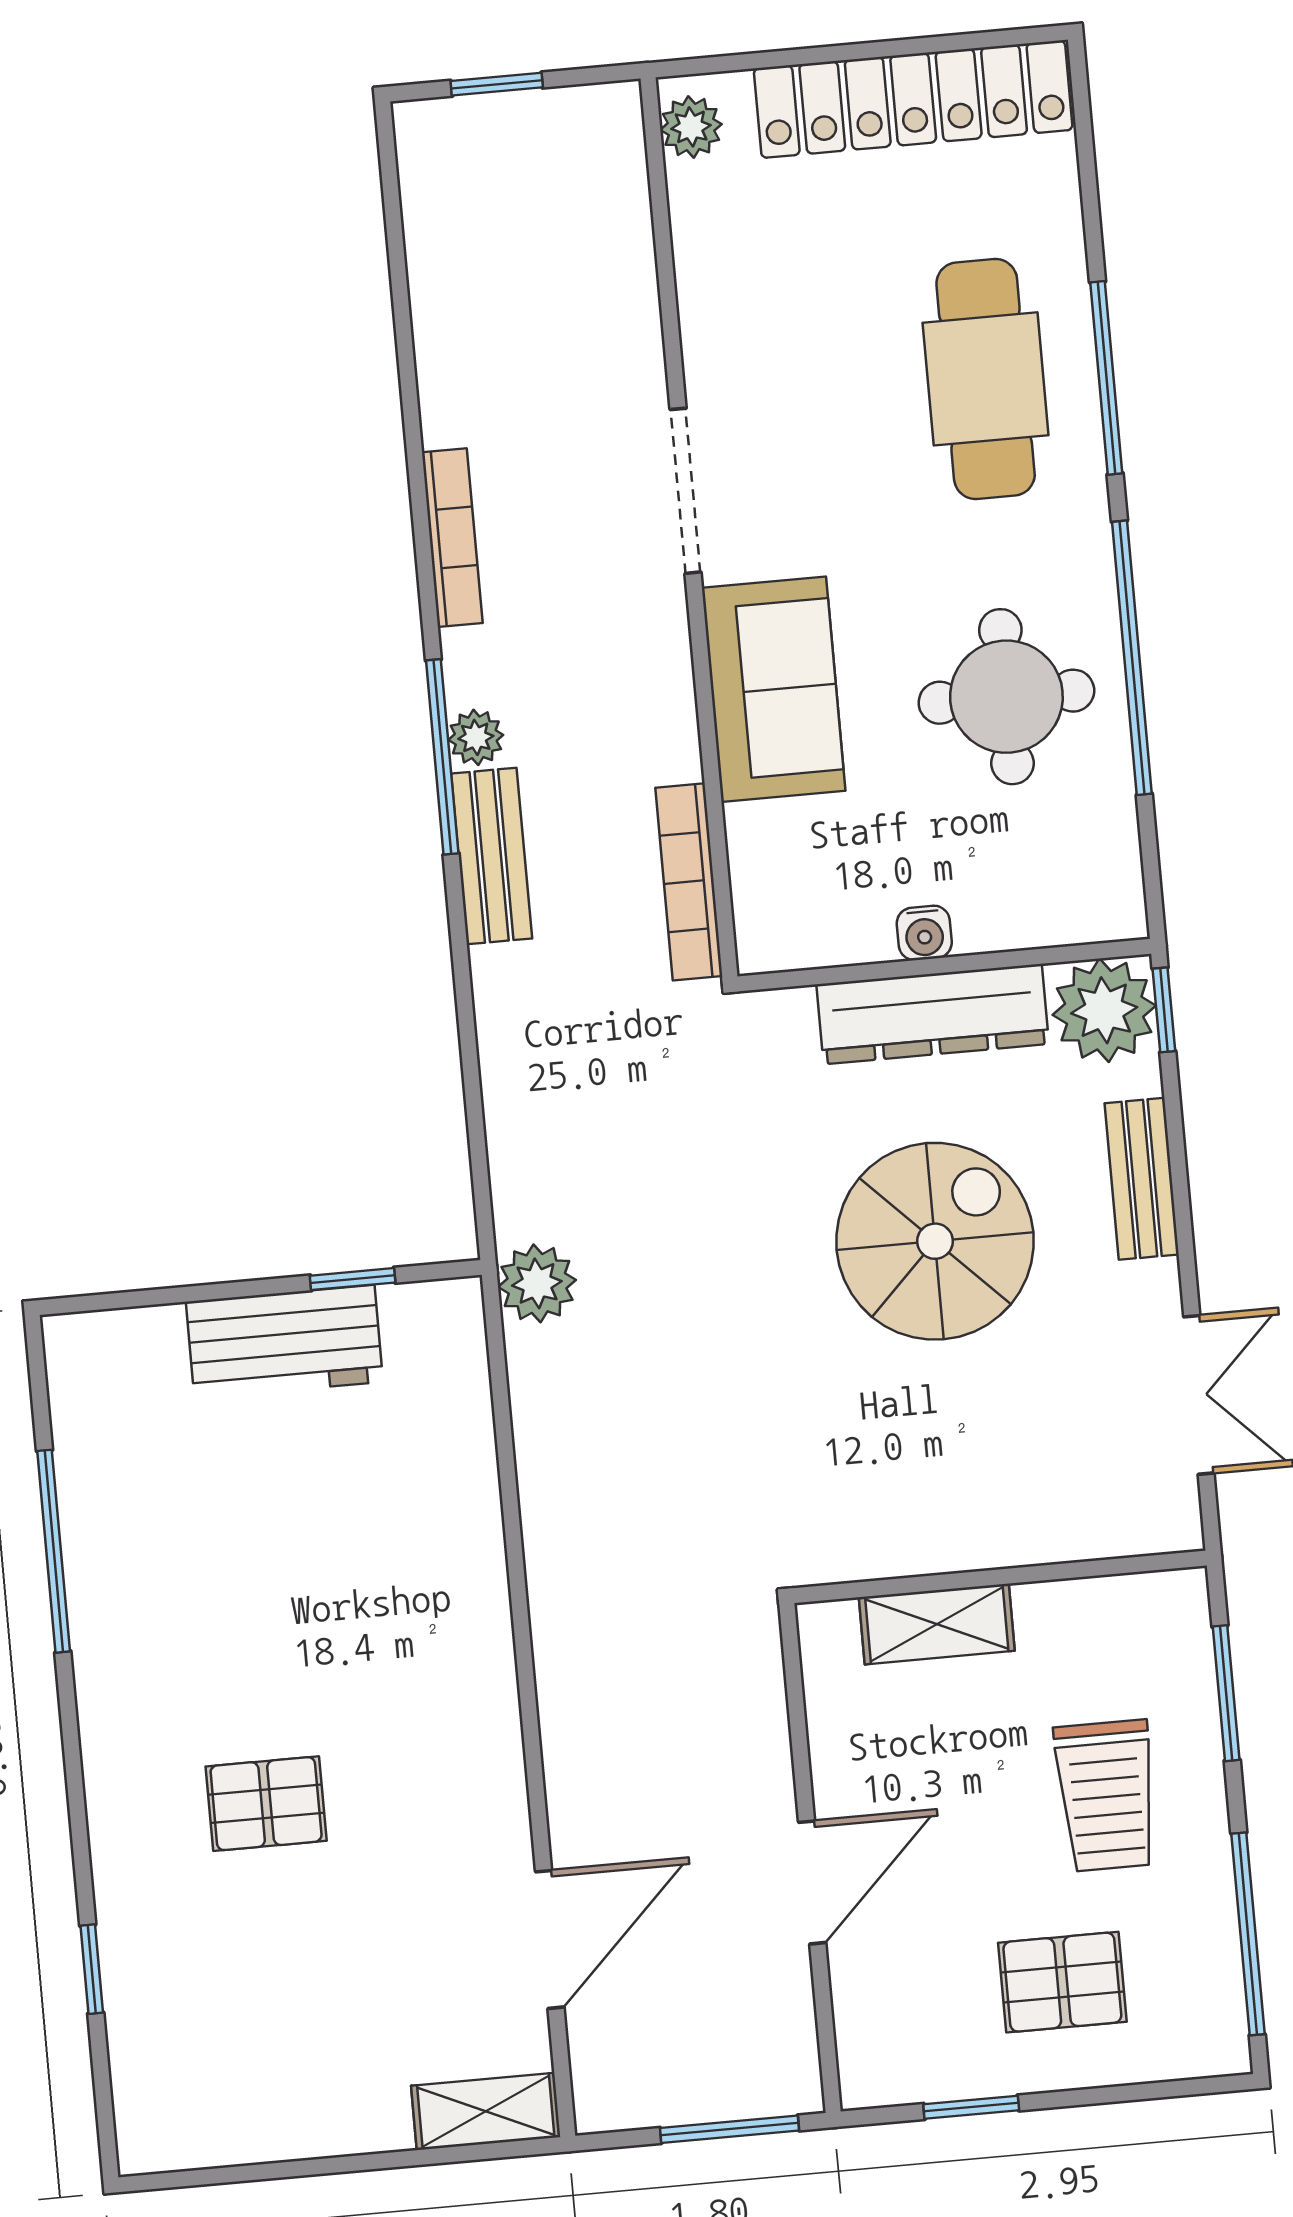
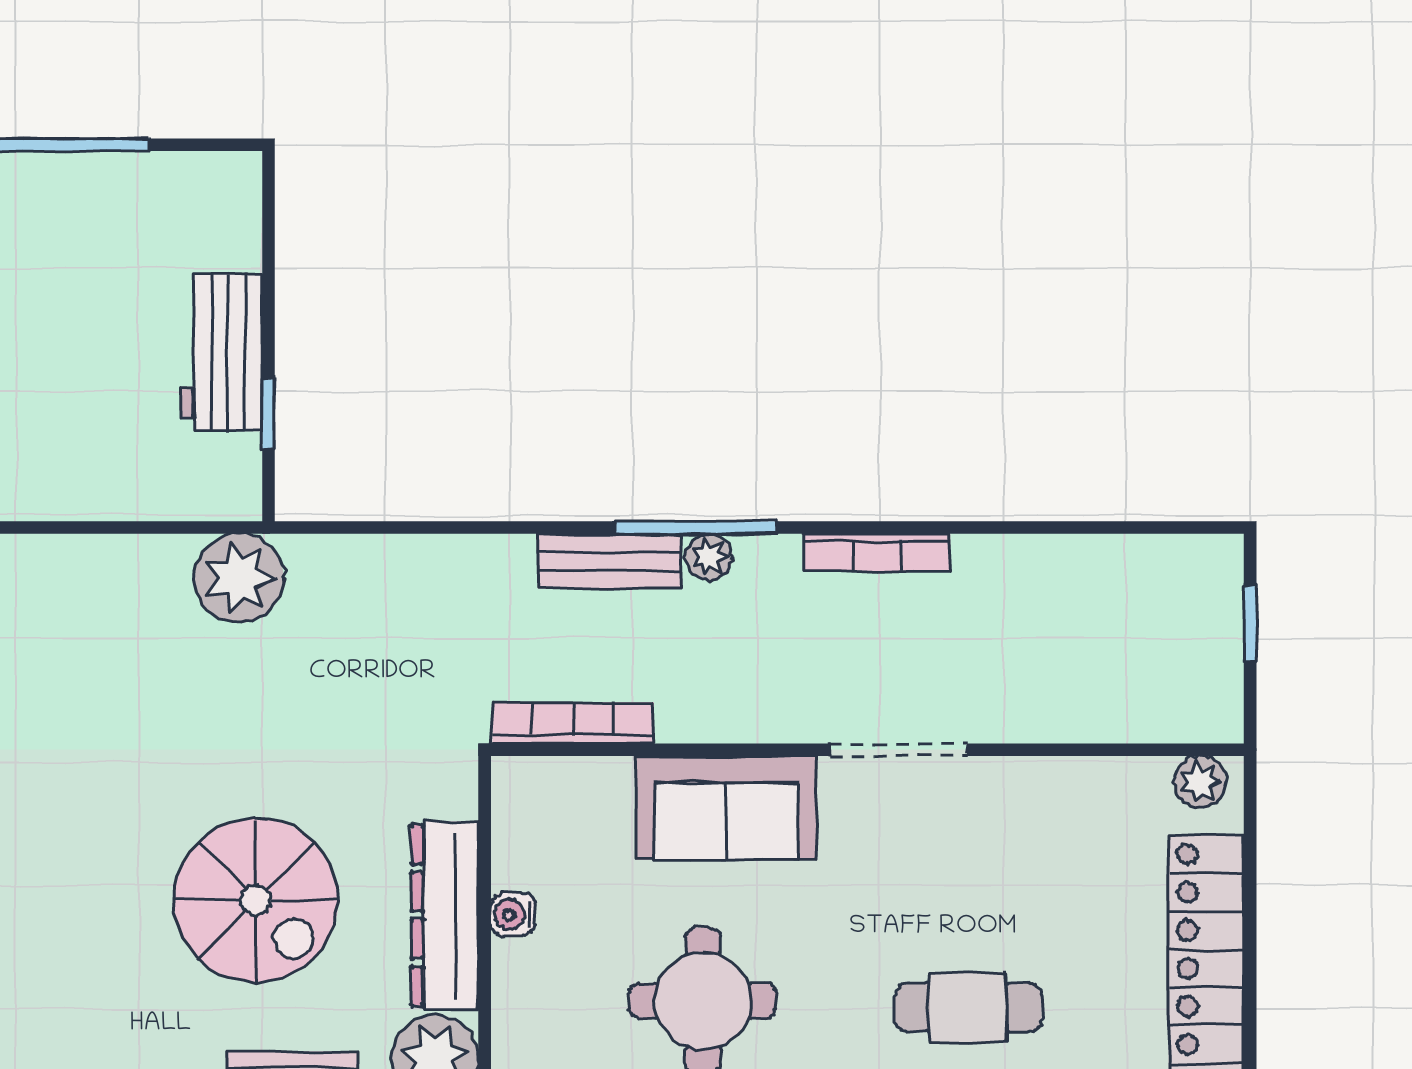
cafe table: (986, 379) -> (968, 1007), width x0.73, depth x0.74
plant: (537, 1283) -> (239, 578), width x1.36, depth x1.36

